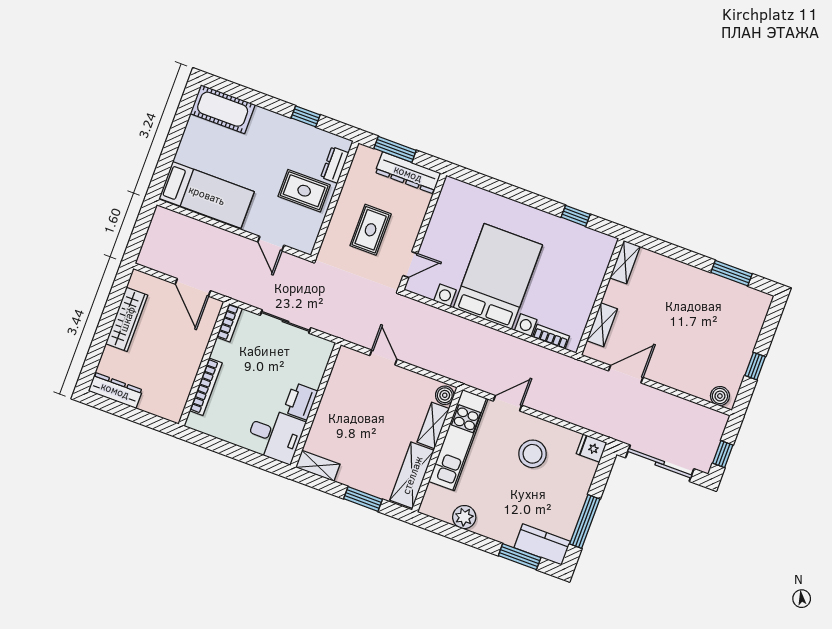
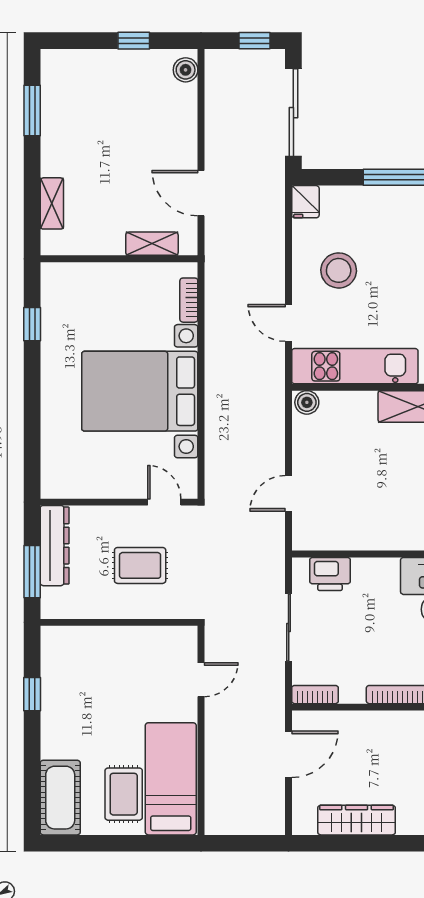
dresser: (335, 165) -> (78, 637), removed
rug: (304, 191) -> (124, 794), moved
shelving: (625, 262) -> (52, 203), moved, turned 90
printer: (300, 401) -> (330, 574), moved
shelving: (433, 425) -> (348, 403), removed

